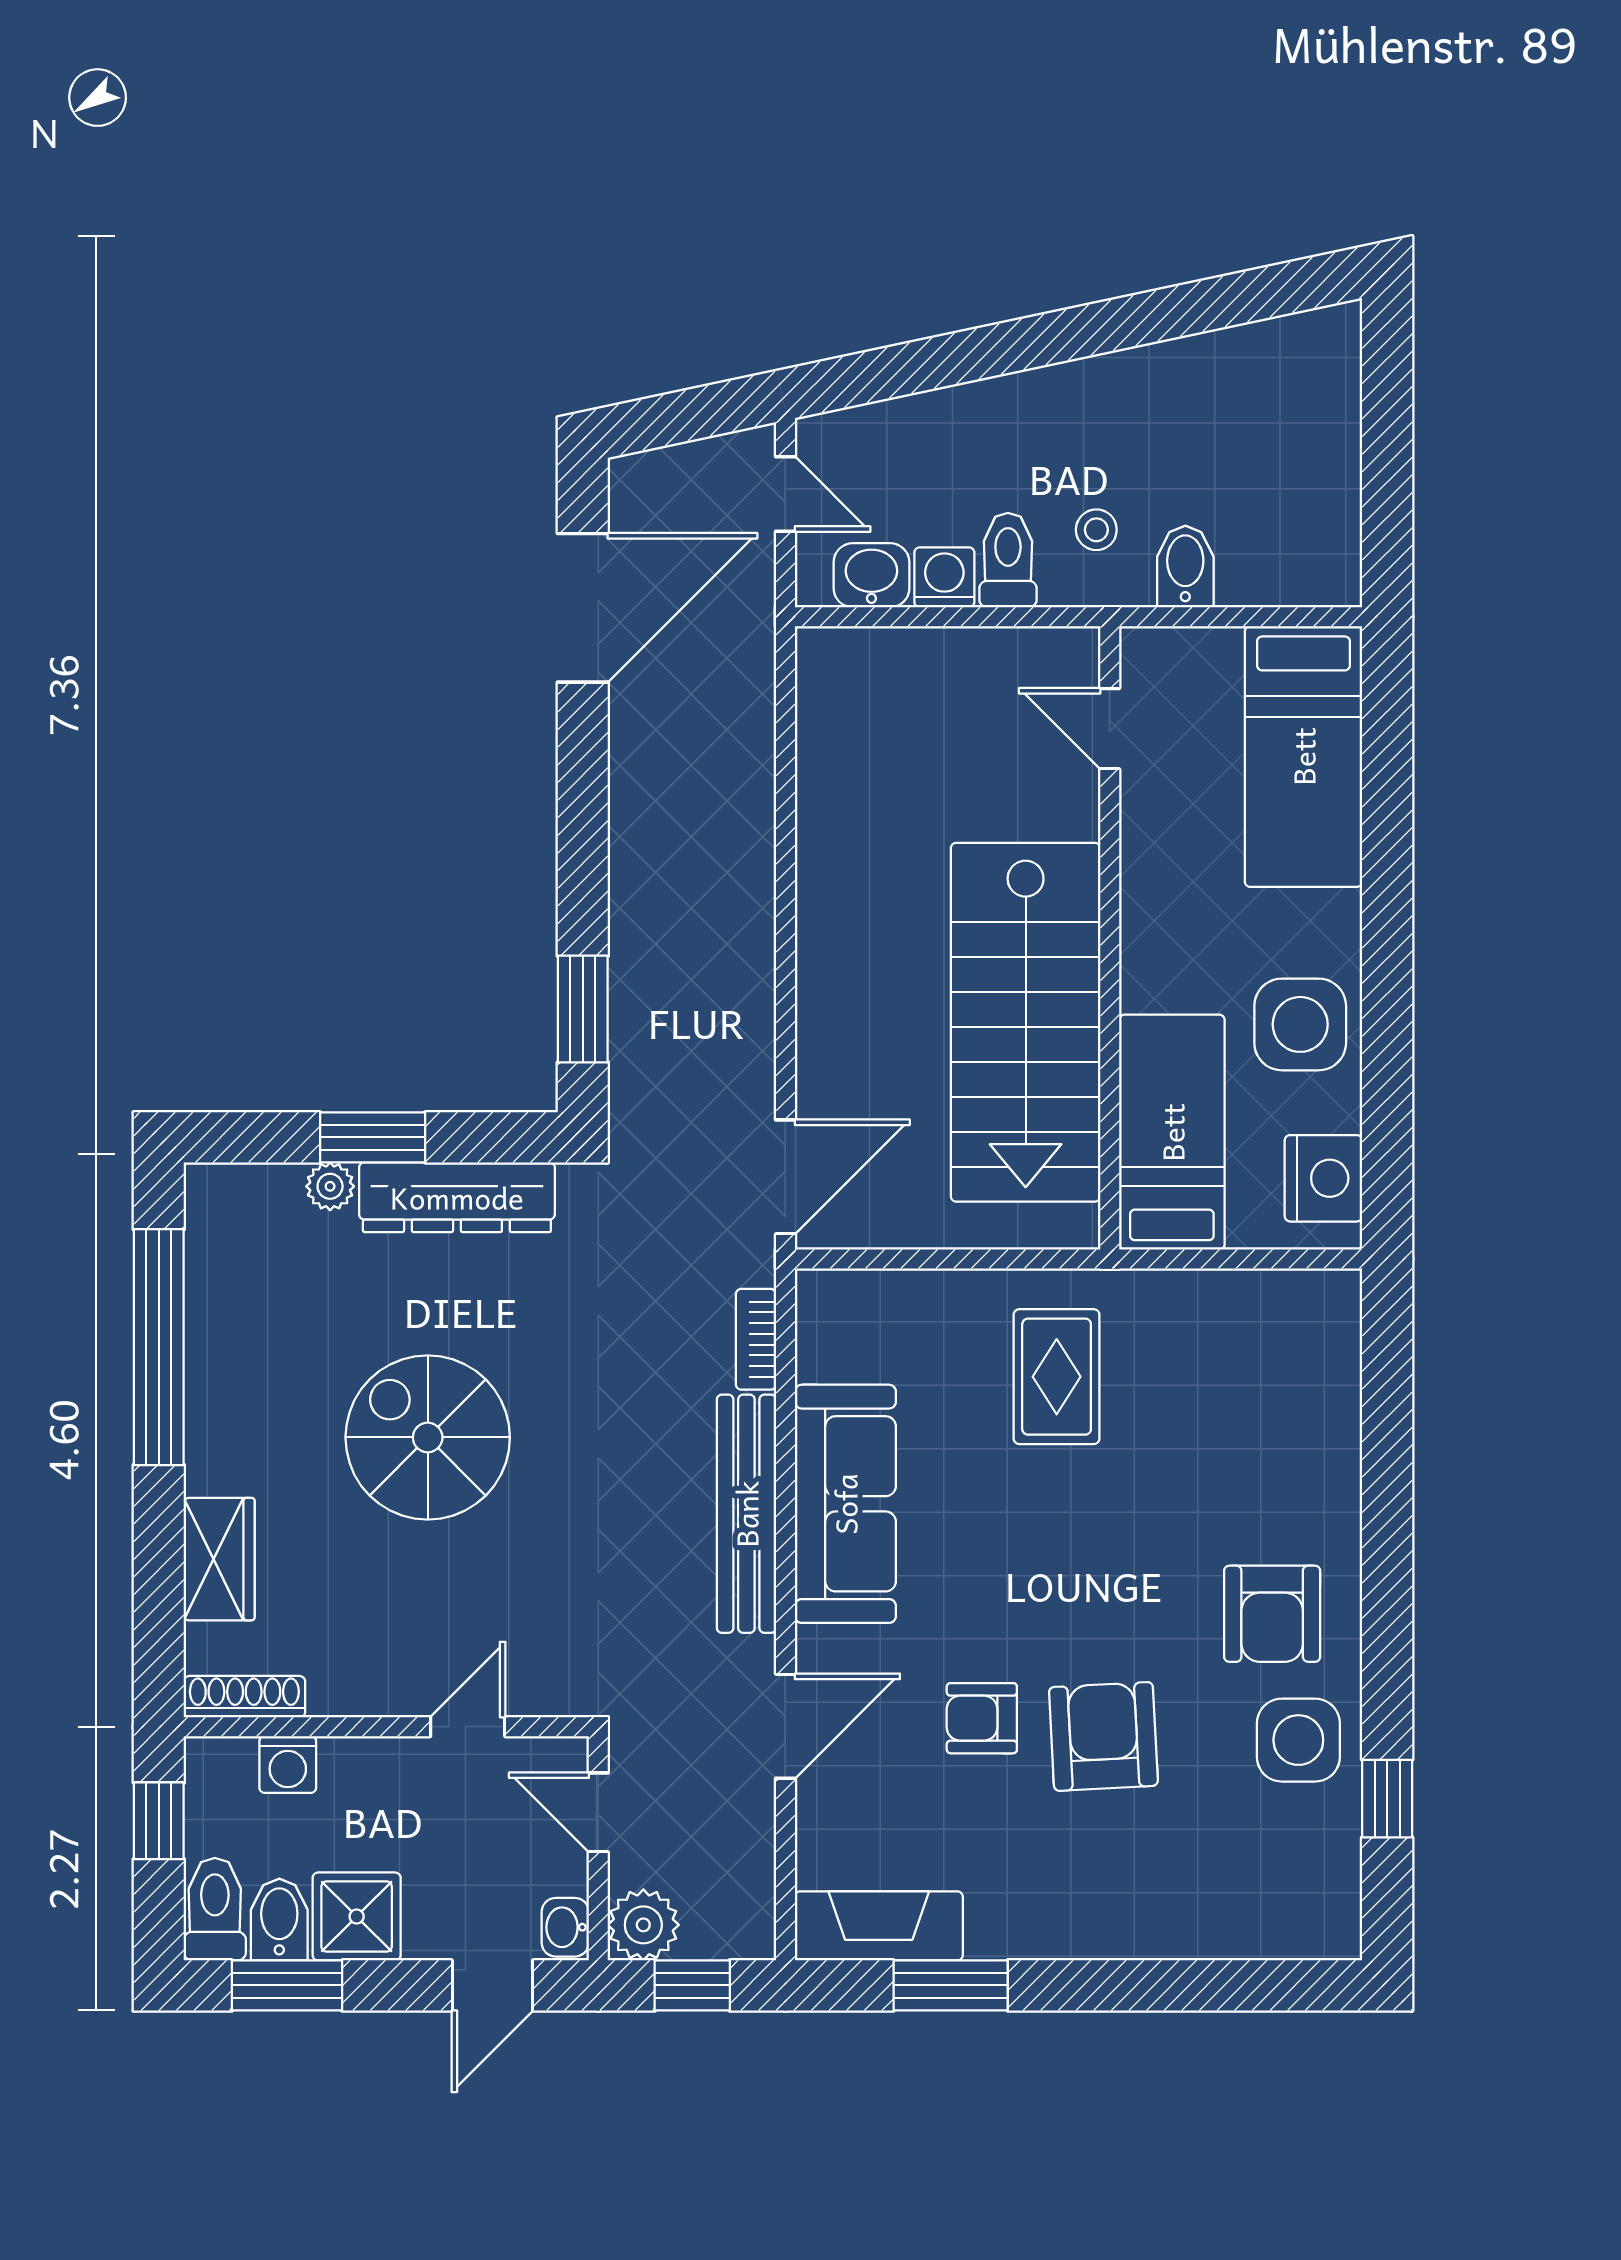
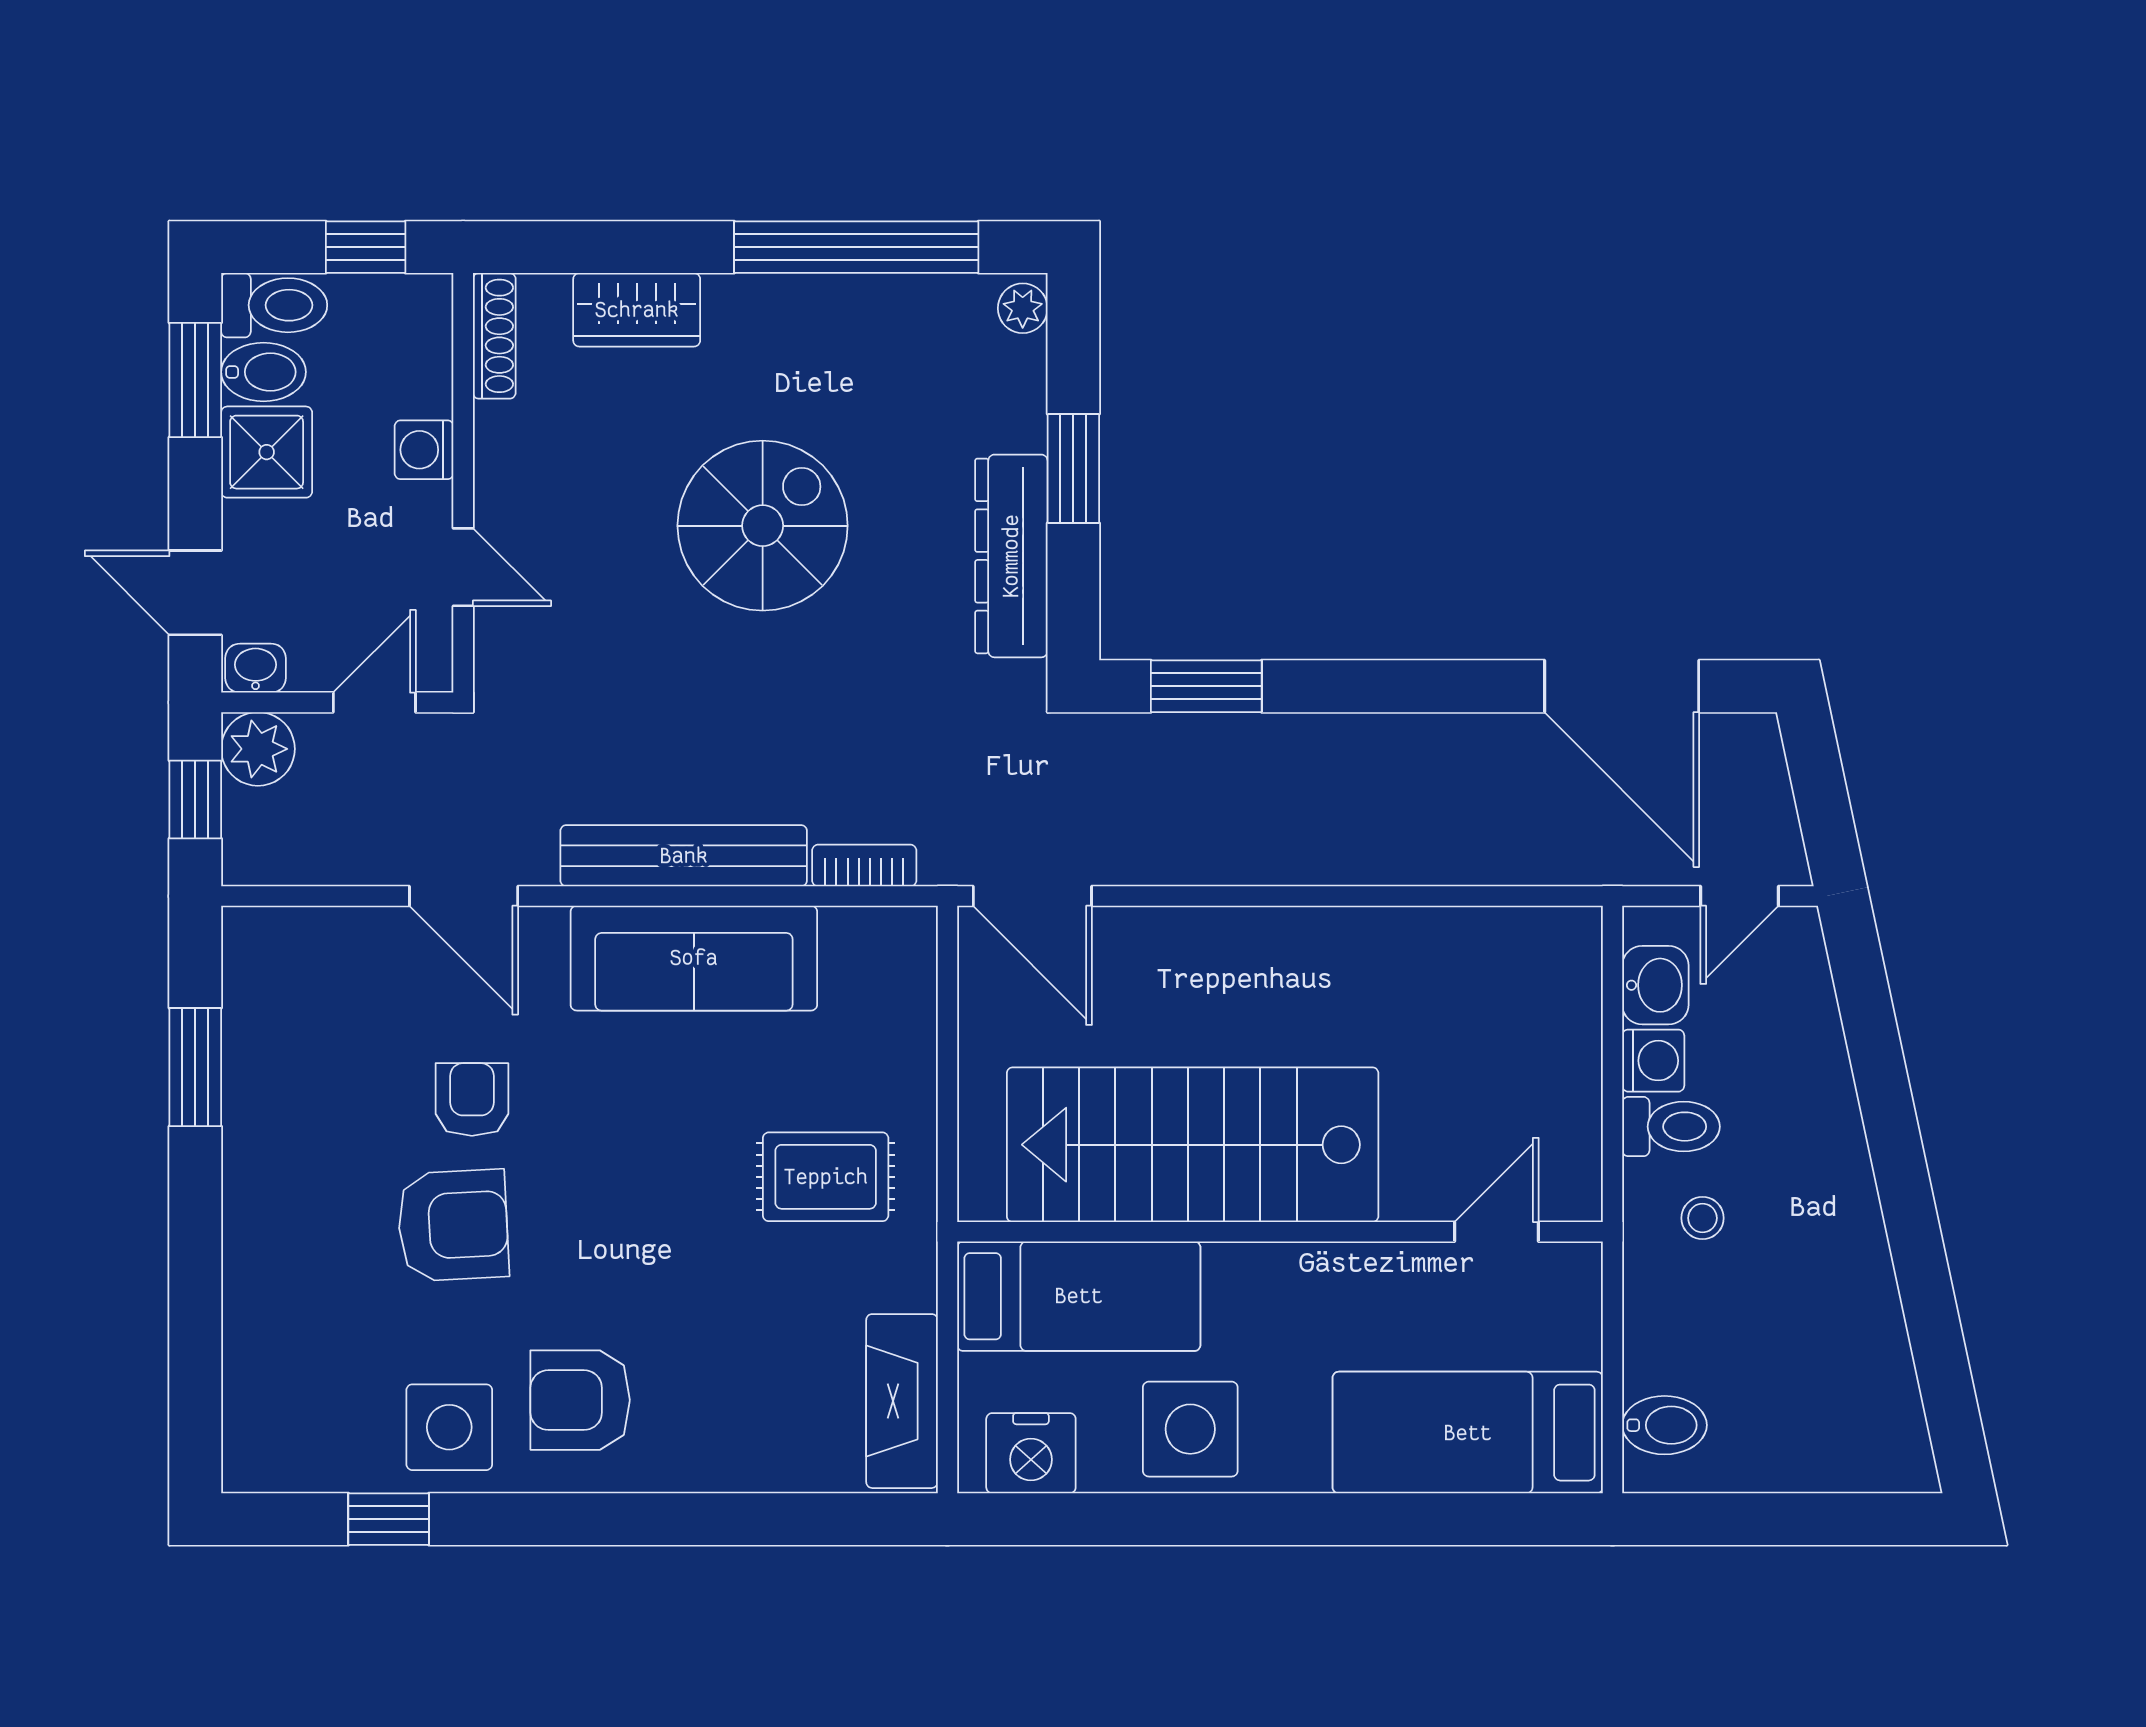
bidet: (1185, 566) -> (1664, 1425), moved
plant: (330, 1186) -> (1023, 308), moved
washing machine: (288, 1764) -> (424, 450), moved
fireplace: (879, 1926) -> (902, 1401), moved, turned 180

